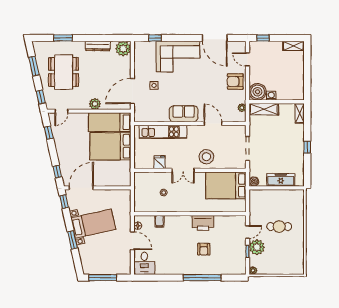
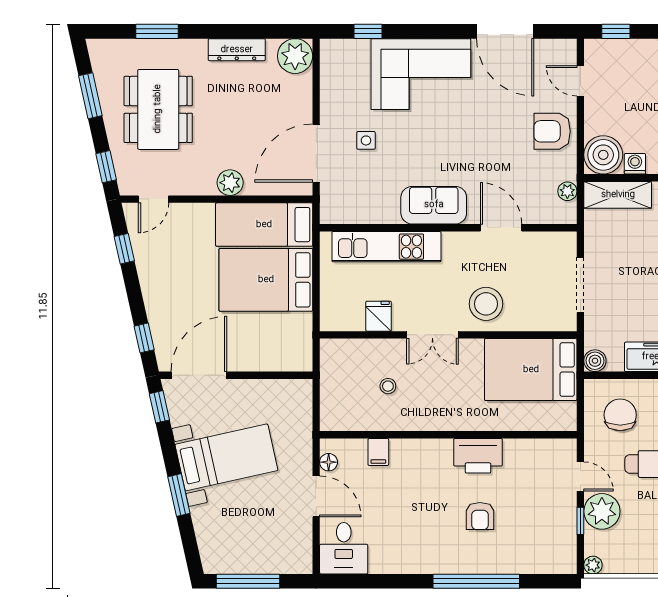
chair: (265, 205) -> (620, 415), added
door: (248, 232) -> (580, 476), hinge flipped

